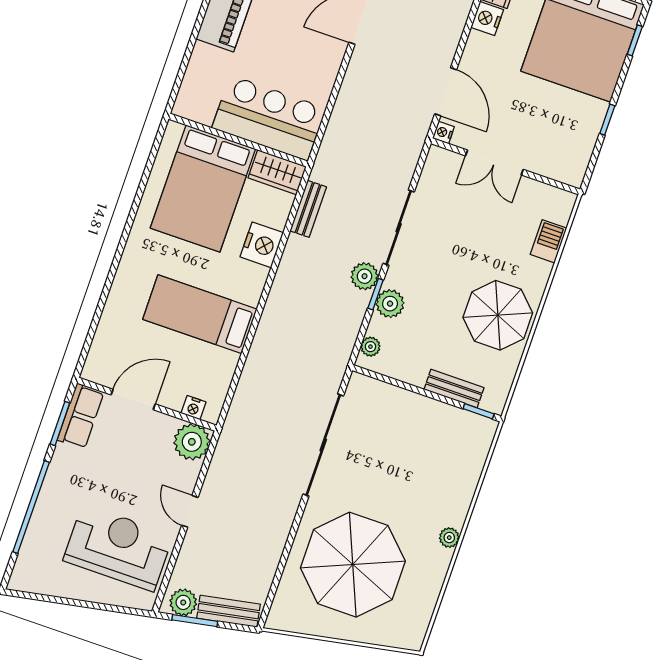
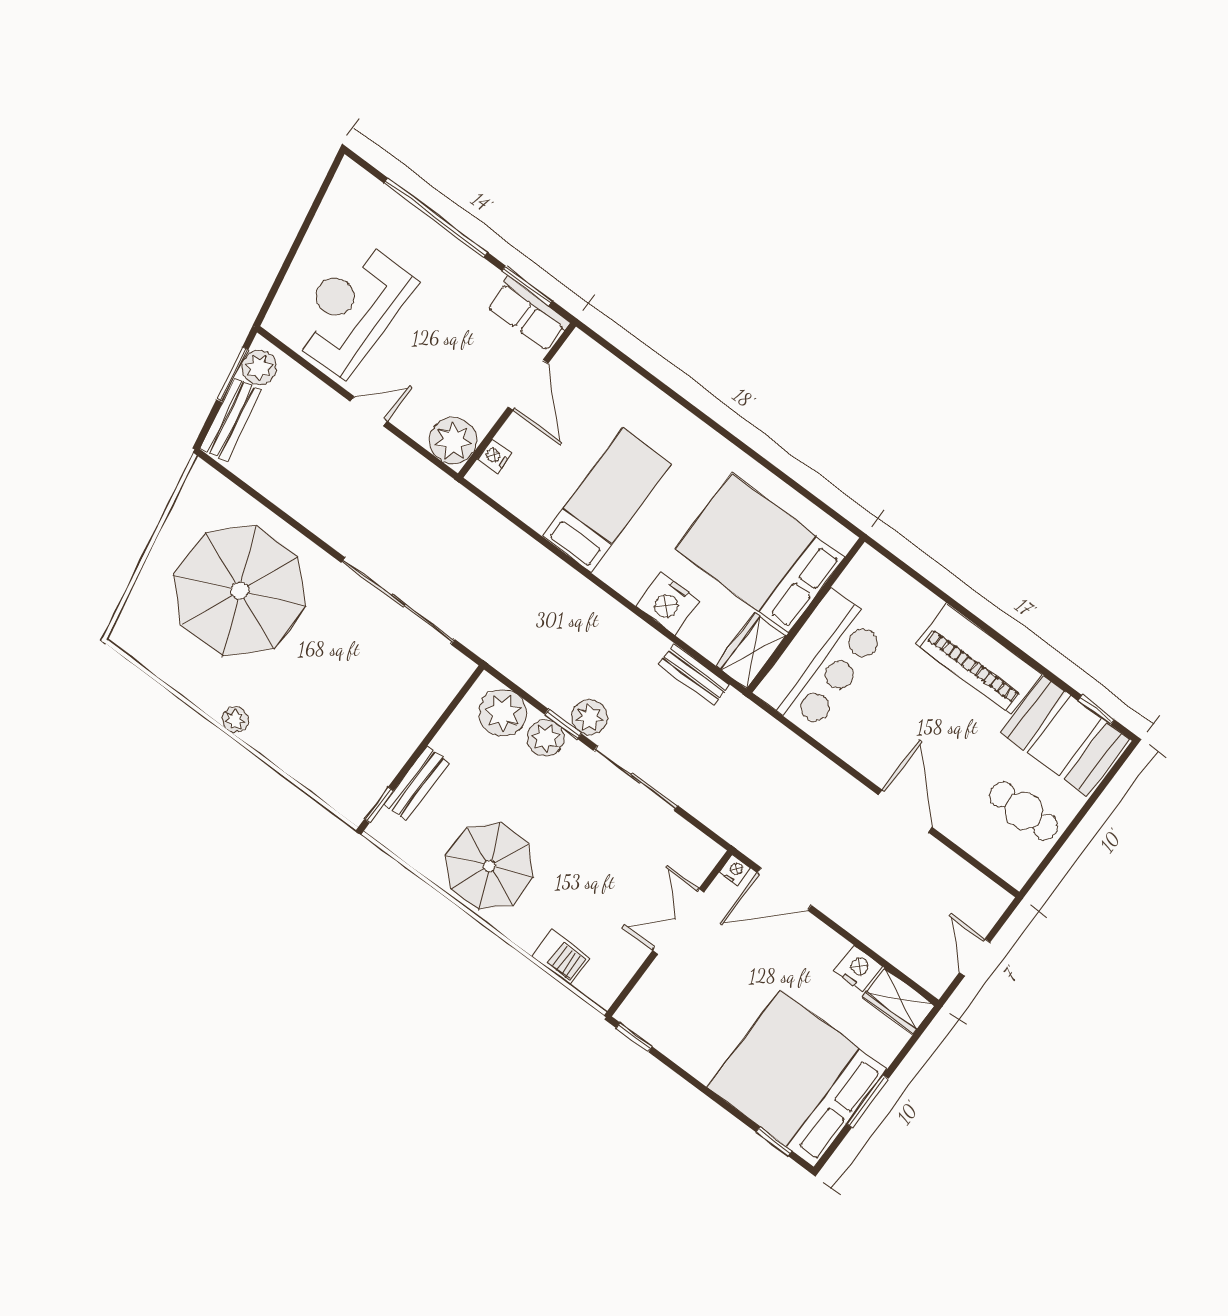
window: (607, 120) -> (634, 1037), moved
plant: (370, 347) -> (503, 713), width x1.88, depth x1.88
reception desk: (118, 548) -> (352, 309), turned 180

